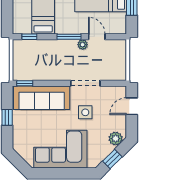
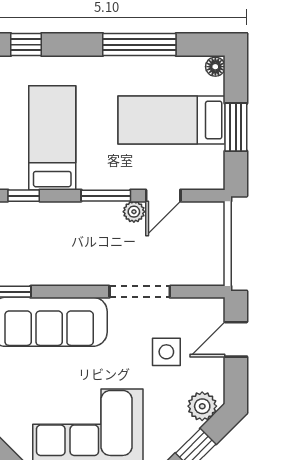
door: (97, 37) -> (163, 196), swing flipped
side table: (85, 112) -> (166, 352), moved

